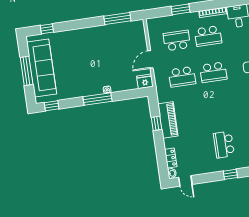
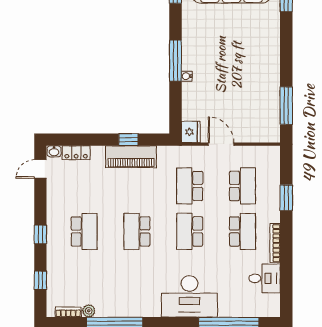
school desk: (208, 36) -> (242, 231), turned 180
school desk: (219, 108) -> (137, 231), added
school desk: (224, 145) -> (84, 231), turned 90

